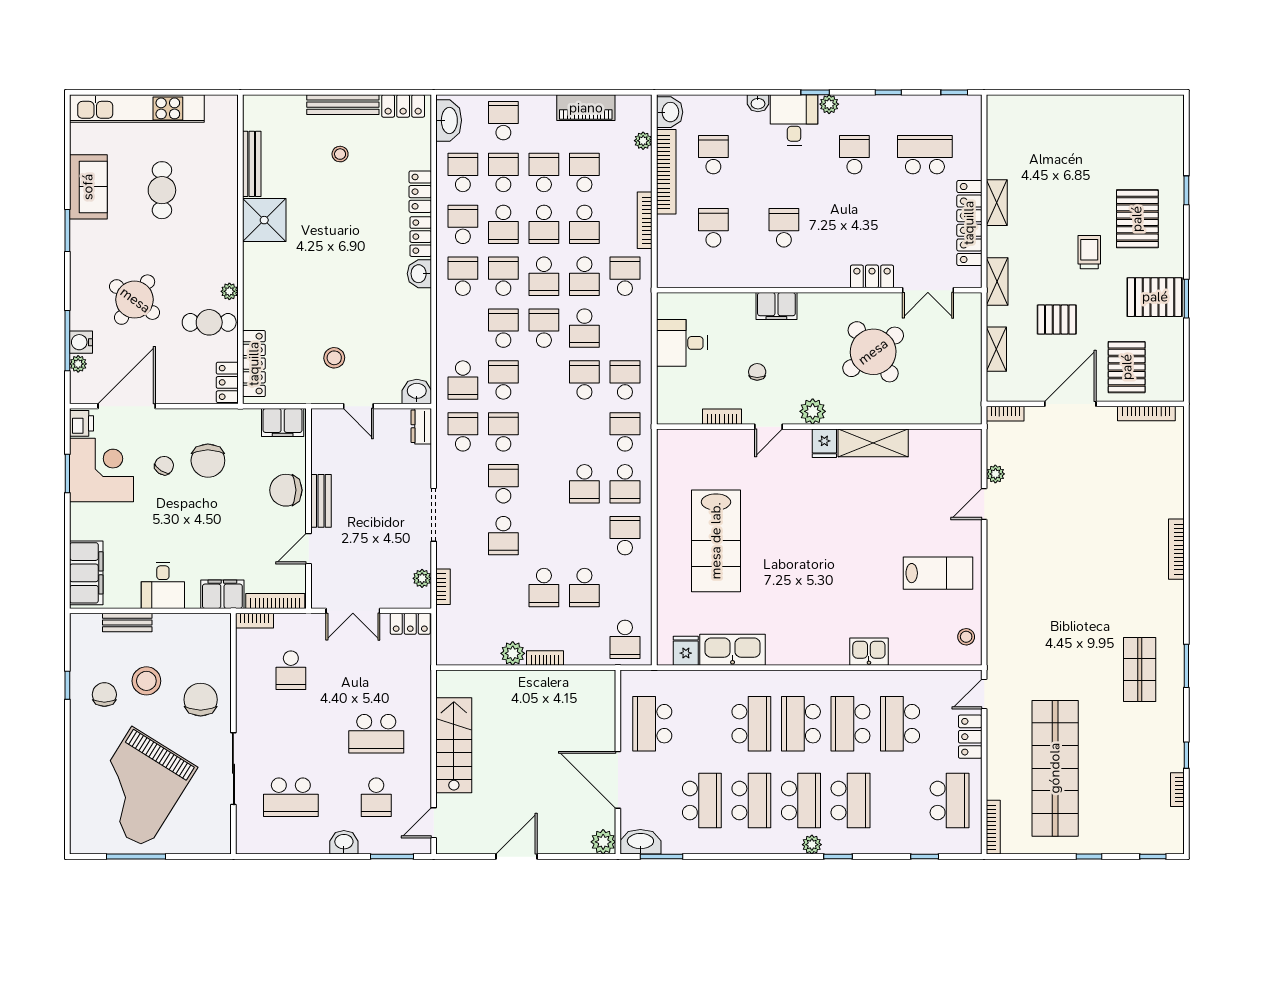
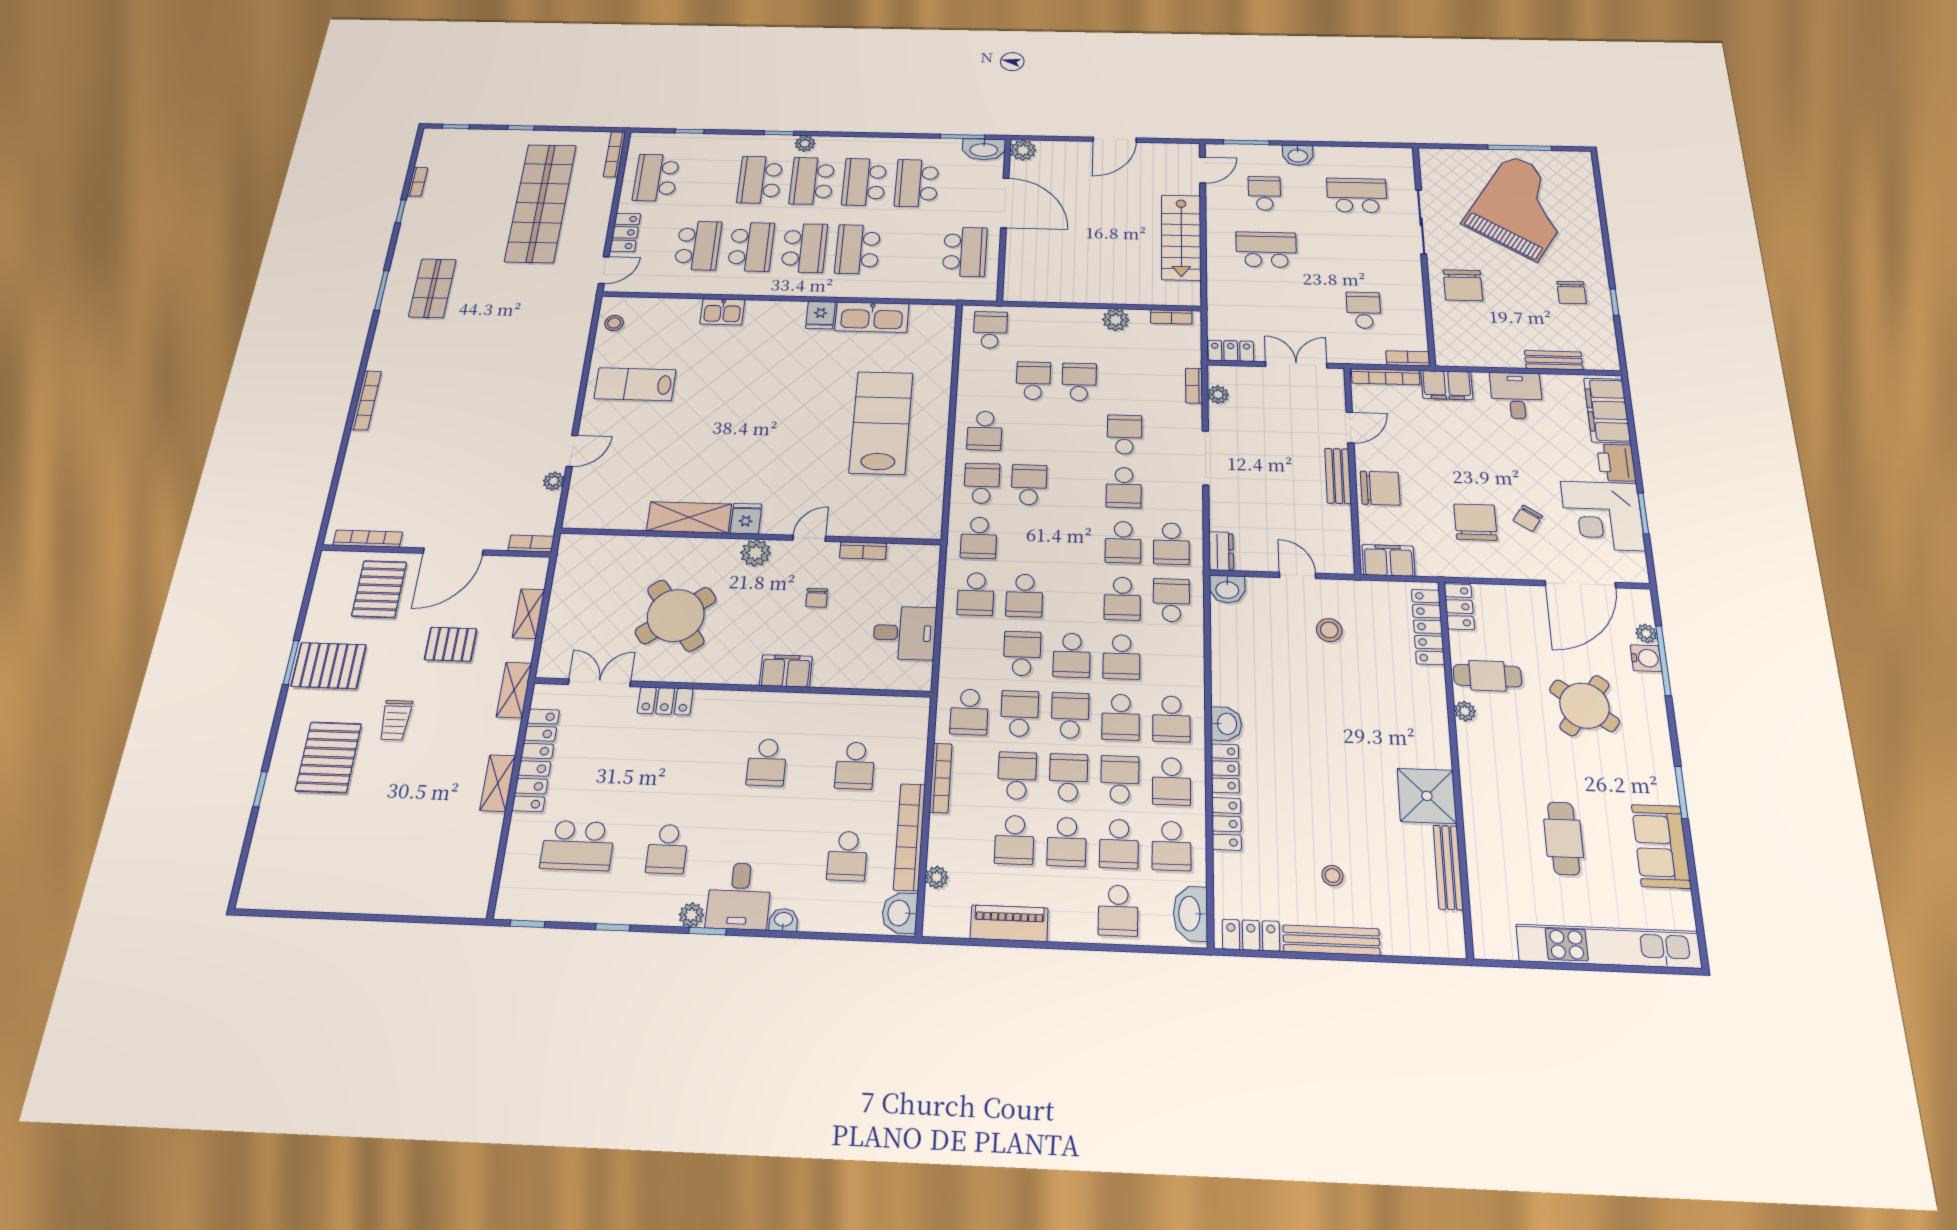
printer: (81, 423) -> (1616, 463), moved, width x1.36, depth x1.24
fridge: (686, 651) -> (820, 315), moved
bookcase: (545, 658) -> (1171, 317), moved
stool: (146, 681) -> (1526, 304), removed

